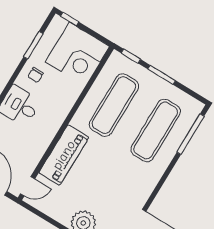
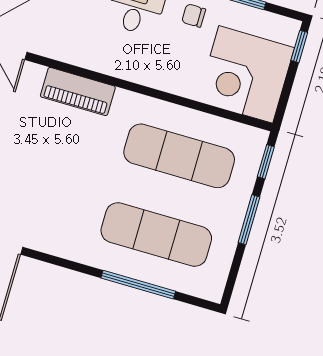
window: (190, 134) -> (138, 285), moved
piano: (64, 155) -> (78, 92), width x0.73, depth x0.75

